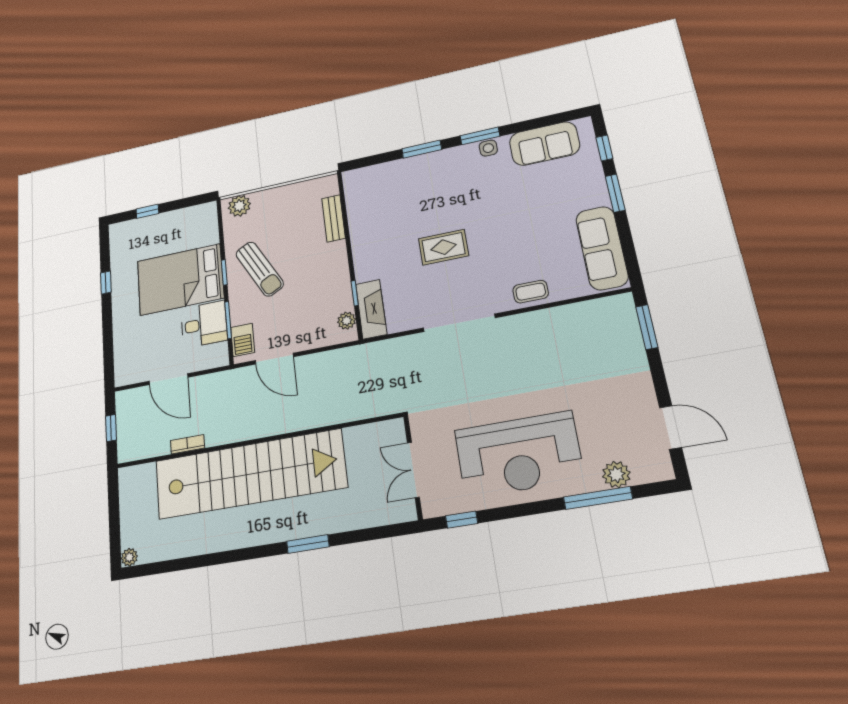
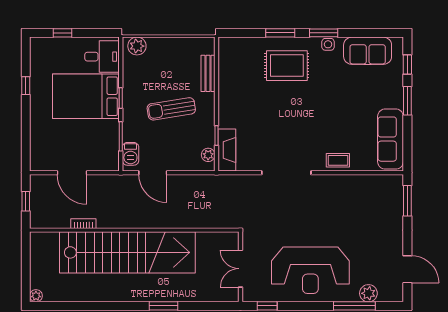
rug: (444, 247) -> (287, 66), moved, width x1.36, depth x1.43
sun lounger: (260, 269) -> (171, 109), moved, turned 109
desk: (204, 324) -> (102, 57), moved

